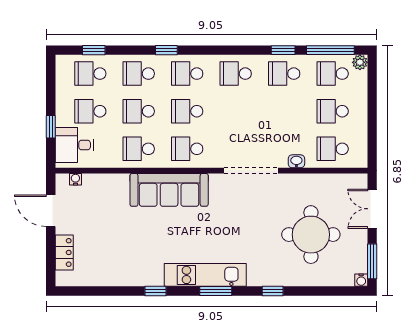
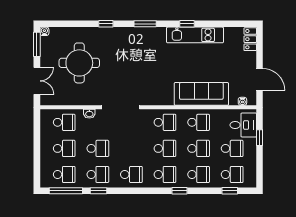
plant: (360, 62) -> (45, 182), removed
school desk: (284, 111) -> (98, 148), added
sofa: (169, 190) -> (201, 94), moved
locker: (64, 252) -> (250, 39), moved
kitchen unit: (205, 275) -> (195, 35), moved

